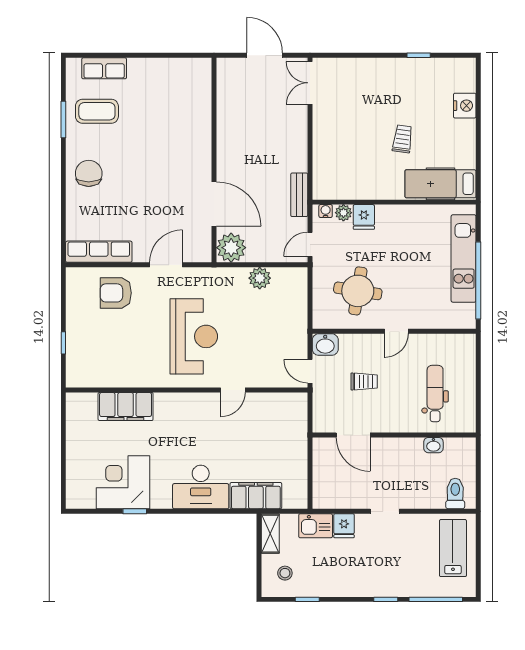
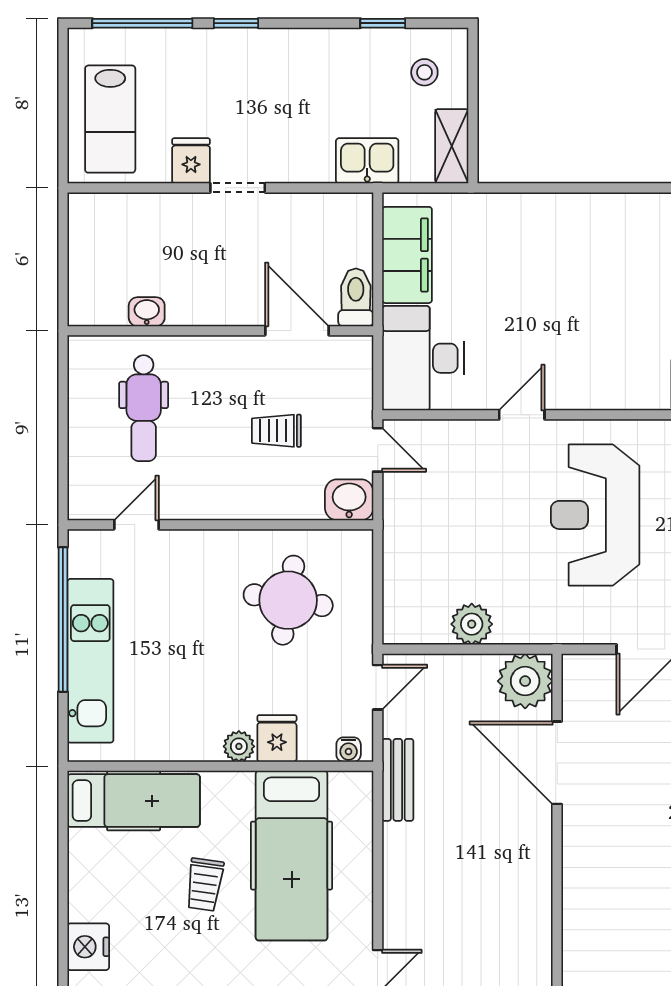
hospital bed: (356, 154) -> (292, 856), added
plant: (343, 213) -> (239, 746), moved
door: (396, 331) -> (136, 525), moved
desk: (201, 487) -> (423, 358), moved, turned -90
toilet: (455, 494) -> (356, 297), moved, turned 180
filing cabinet: (256, 496) -> (407, 255), moved, turned -90
fridge: (344, 526) -> (191, 161), moved

